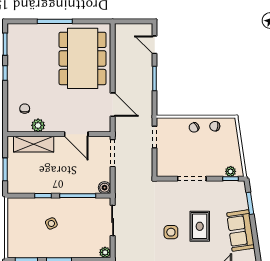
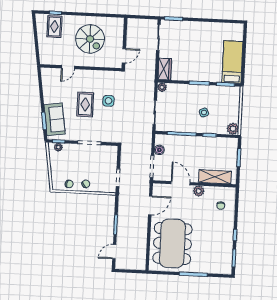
door: (155, 45) -> (114, 252), swing flipped
door: (113, 105) -> (150, 205), swing flipped
plant: (38, 125) -> (199, 191), moved
boiler: (105, 188) -> (159, 150), moved
plant: (14, 205) -> (233, 129), added
sofa: (241, 231) -> (54, 119), moved

